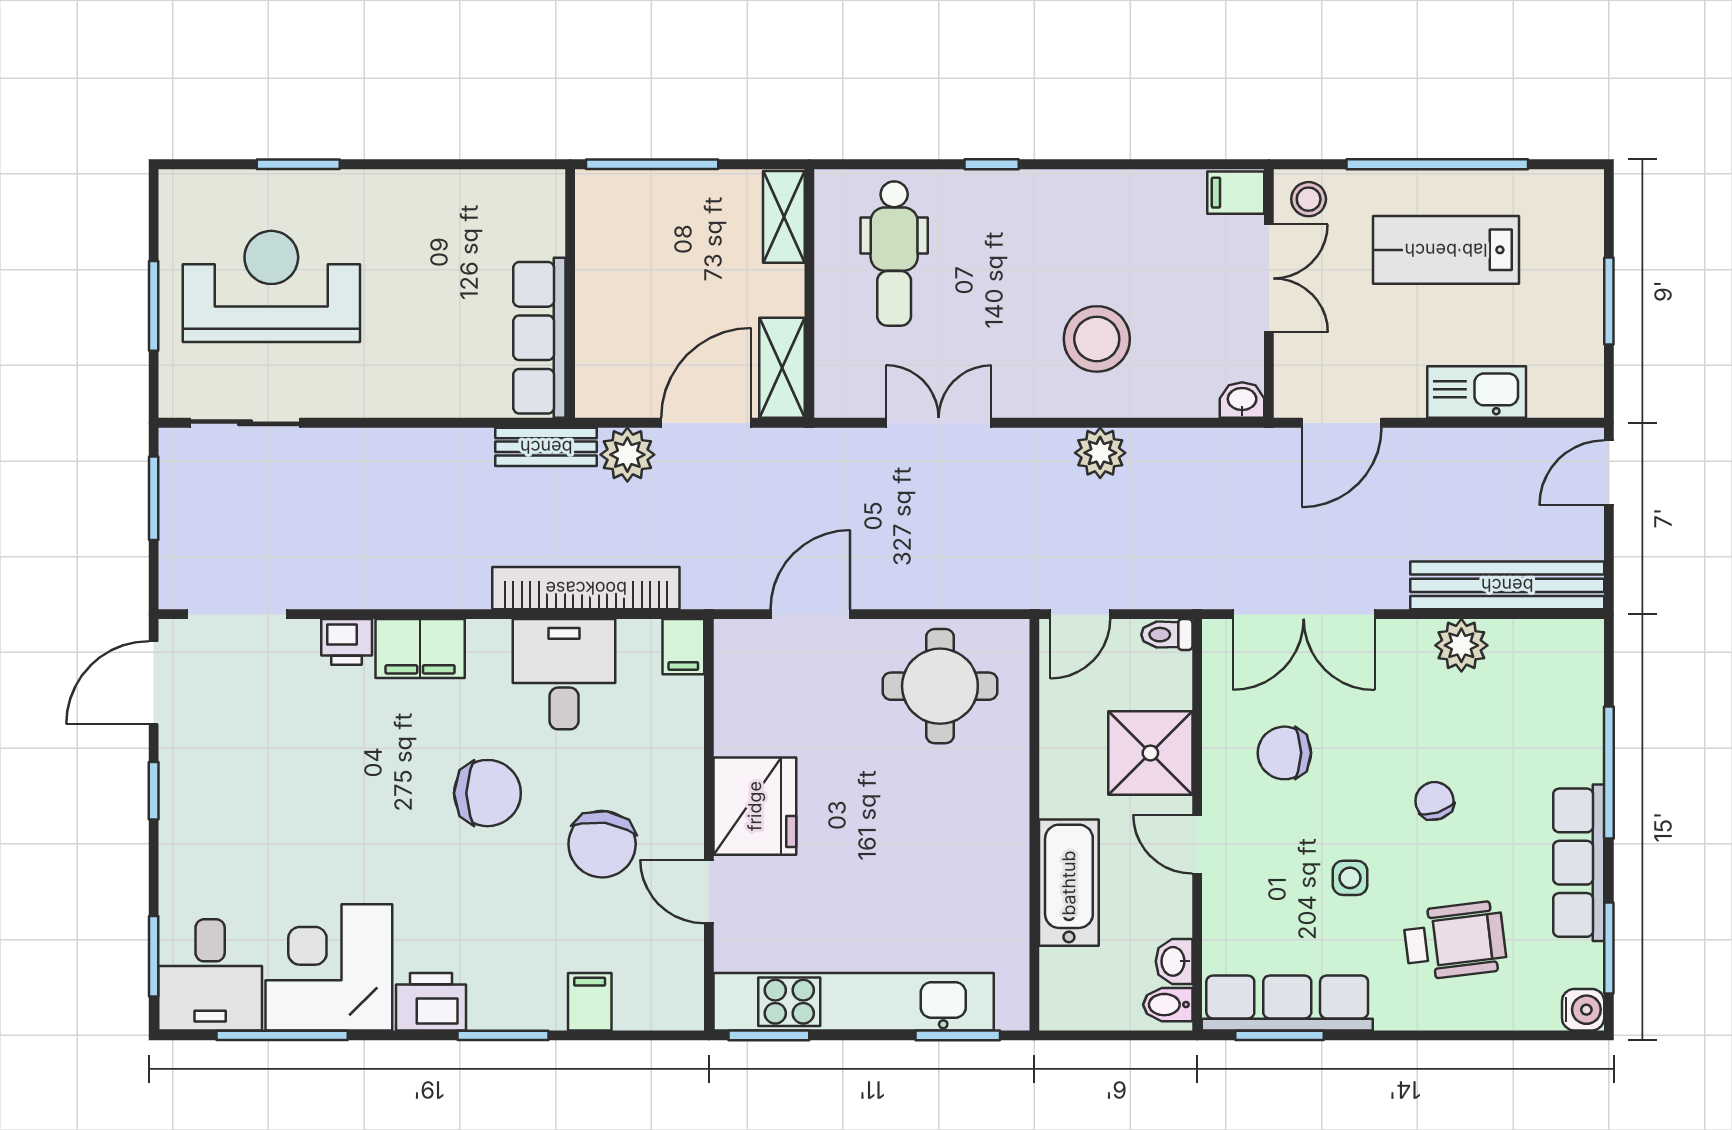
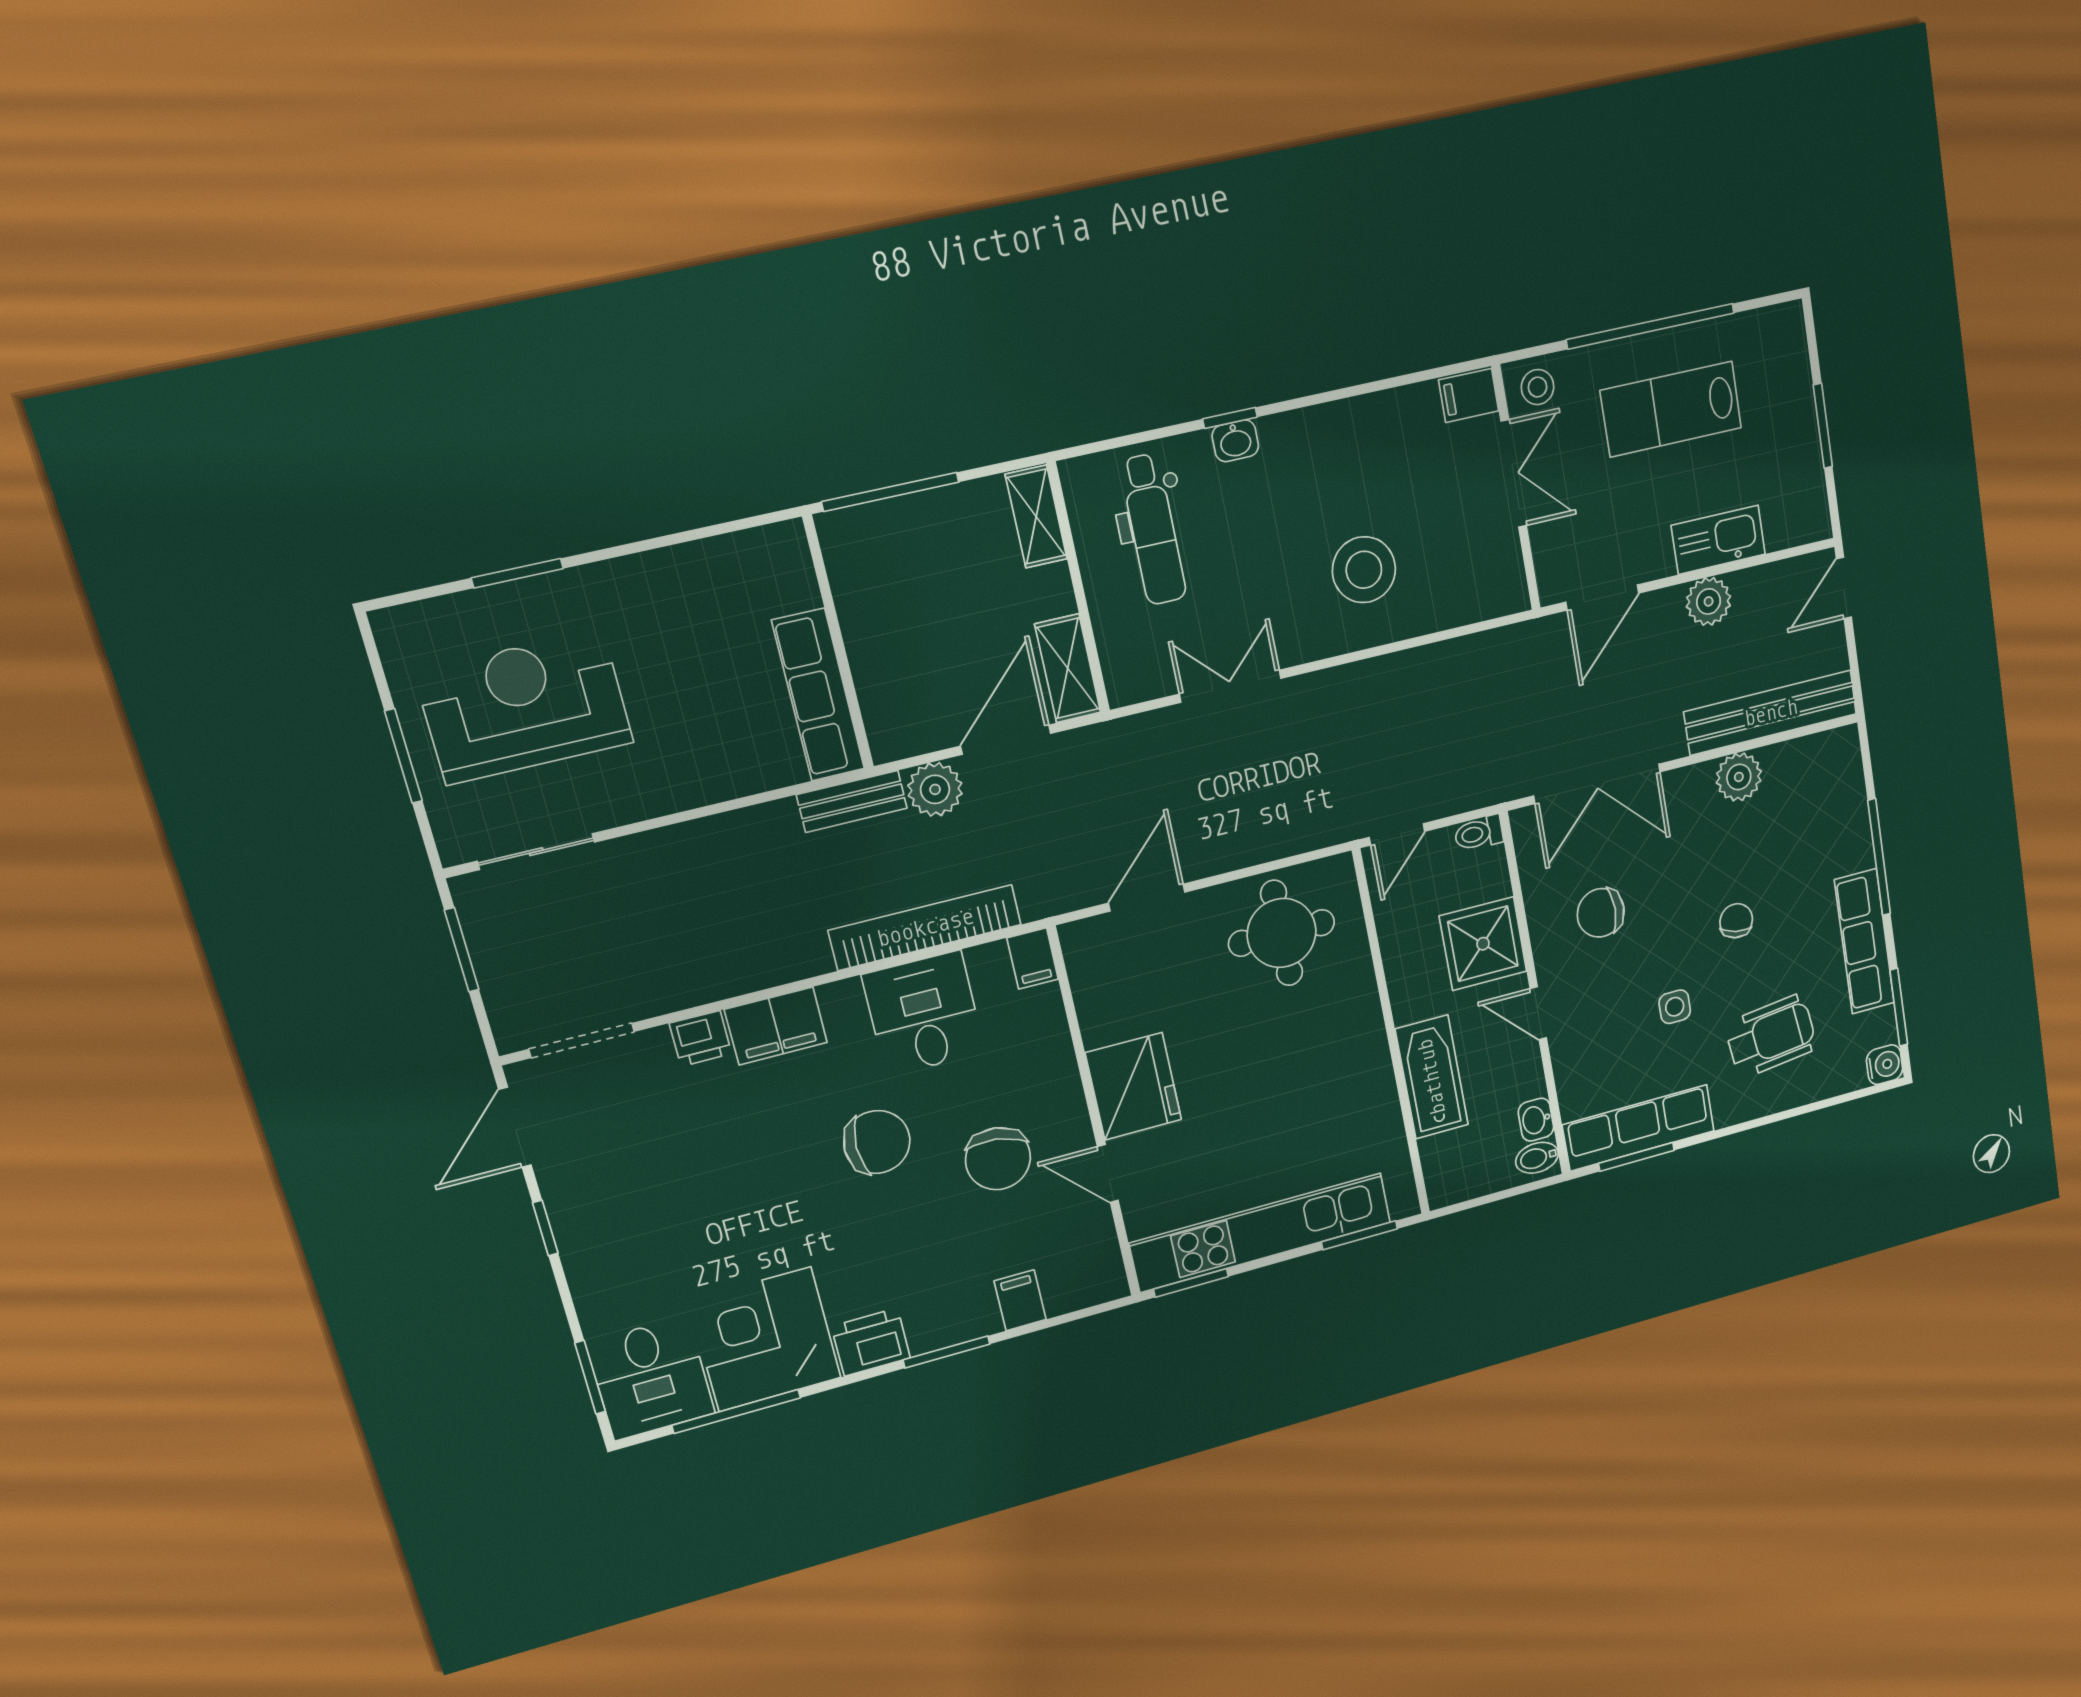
washbasin: (1242, 400) -> (1235, 441), moved, turned 180
plant: (1100, 453) -> (1709, 601), moved
chair: (1434, 801) -> (1736, 921), turned 30

